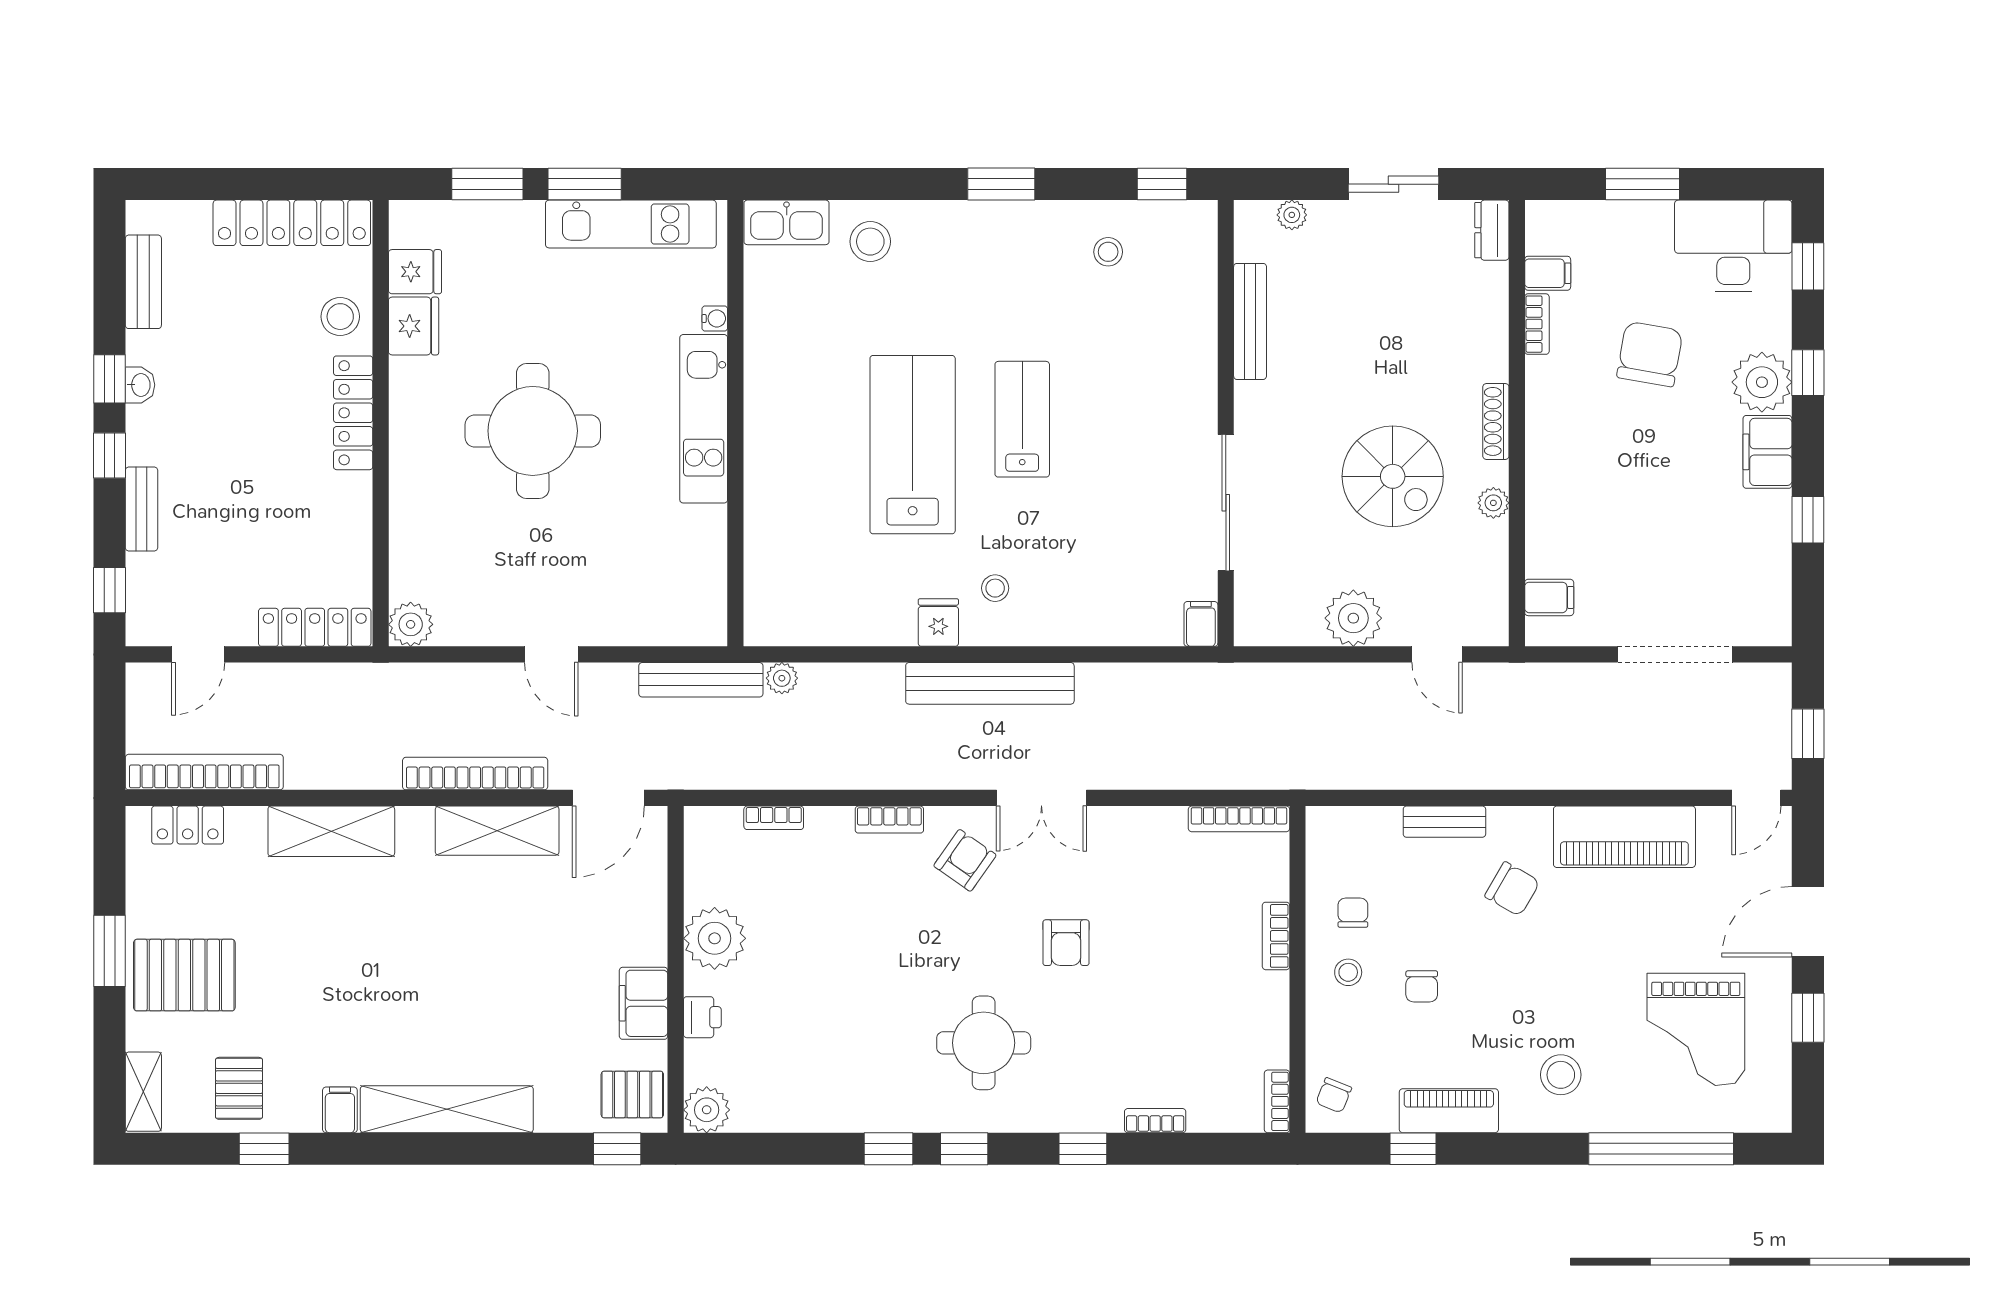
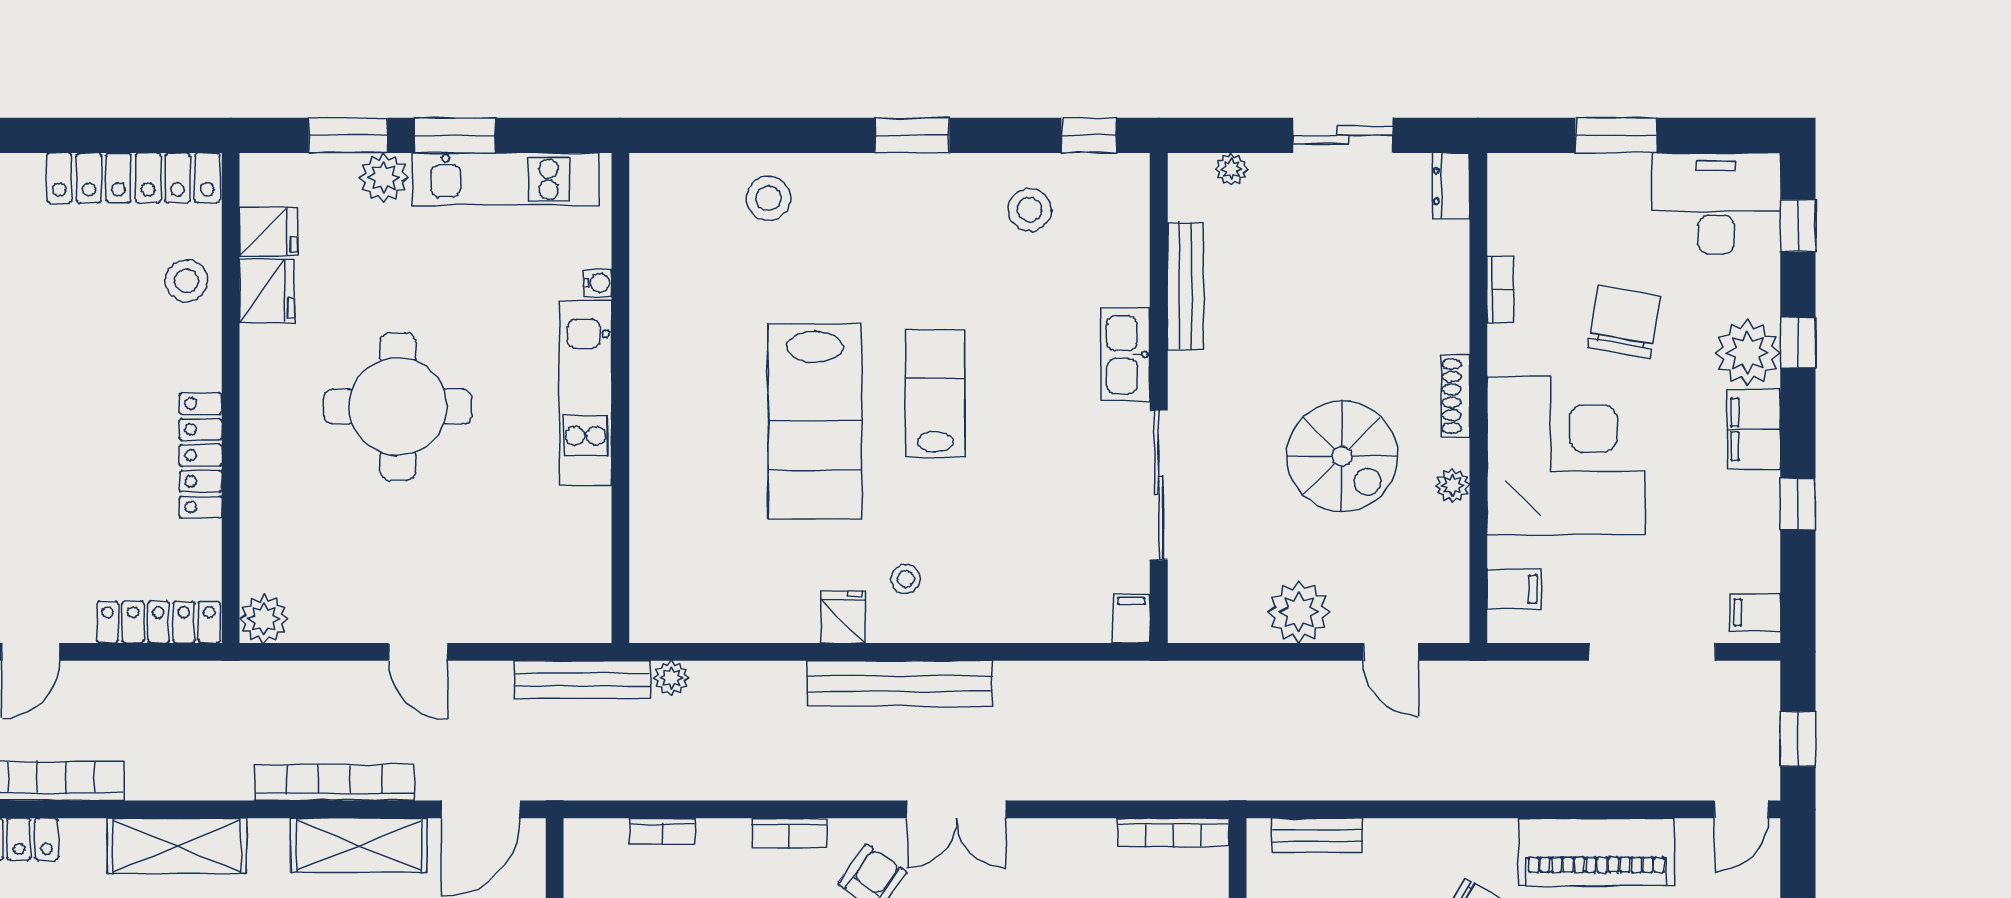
kitchen sink: (787, 222) -> (1125, 355), moved, turned 90
plant: (520, 223) -> (384, 178), added
stool: (1108, 252) -> (1030, 210), width x1.37, depth x1.37
filing cabinet: (1548, 273) -> (1755, 613), moved, turned 180
locker: (353, 413) -> (201, 455), moved
lab bench: (913, 445) -> (815, 421), turned 180
corner desk: (1597, 476) -> (1566, 455), added
bench: (1444, 822) -> (1317, 835), moved

